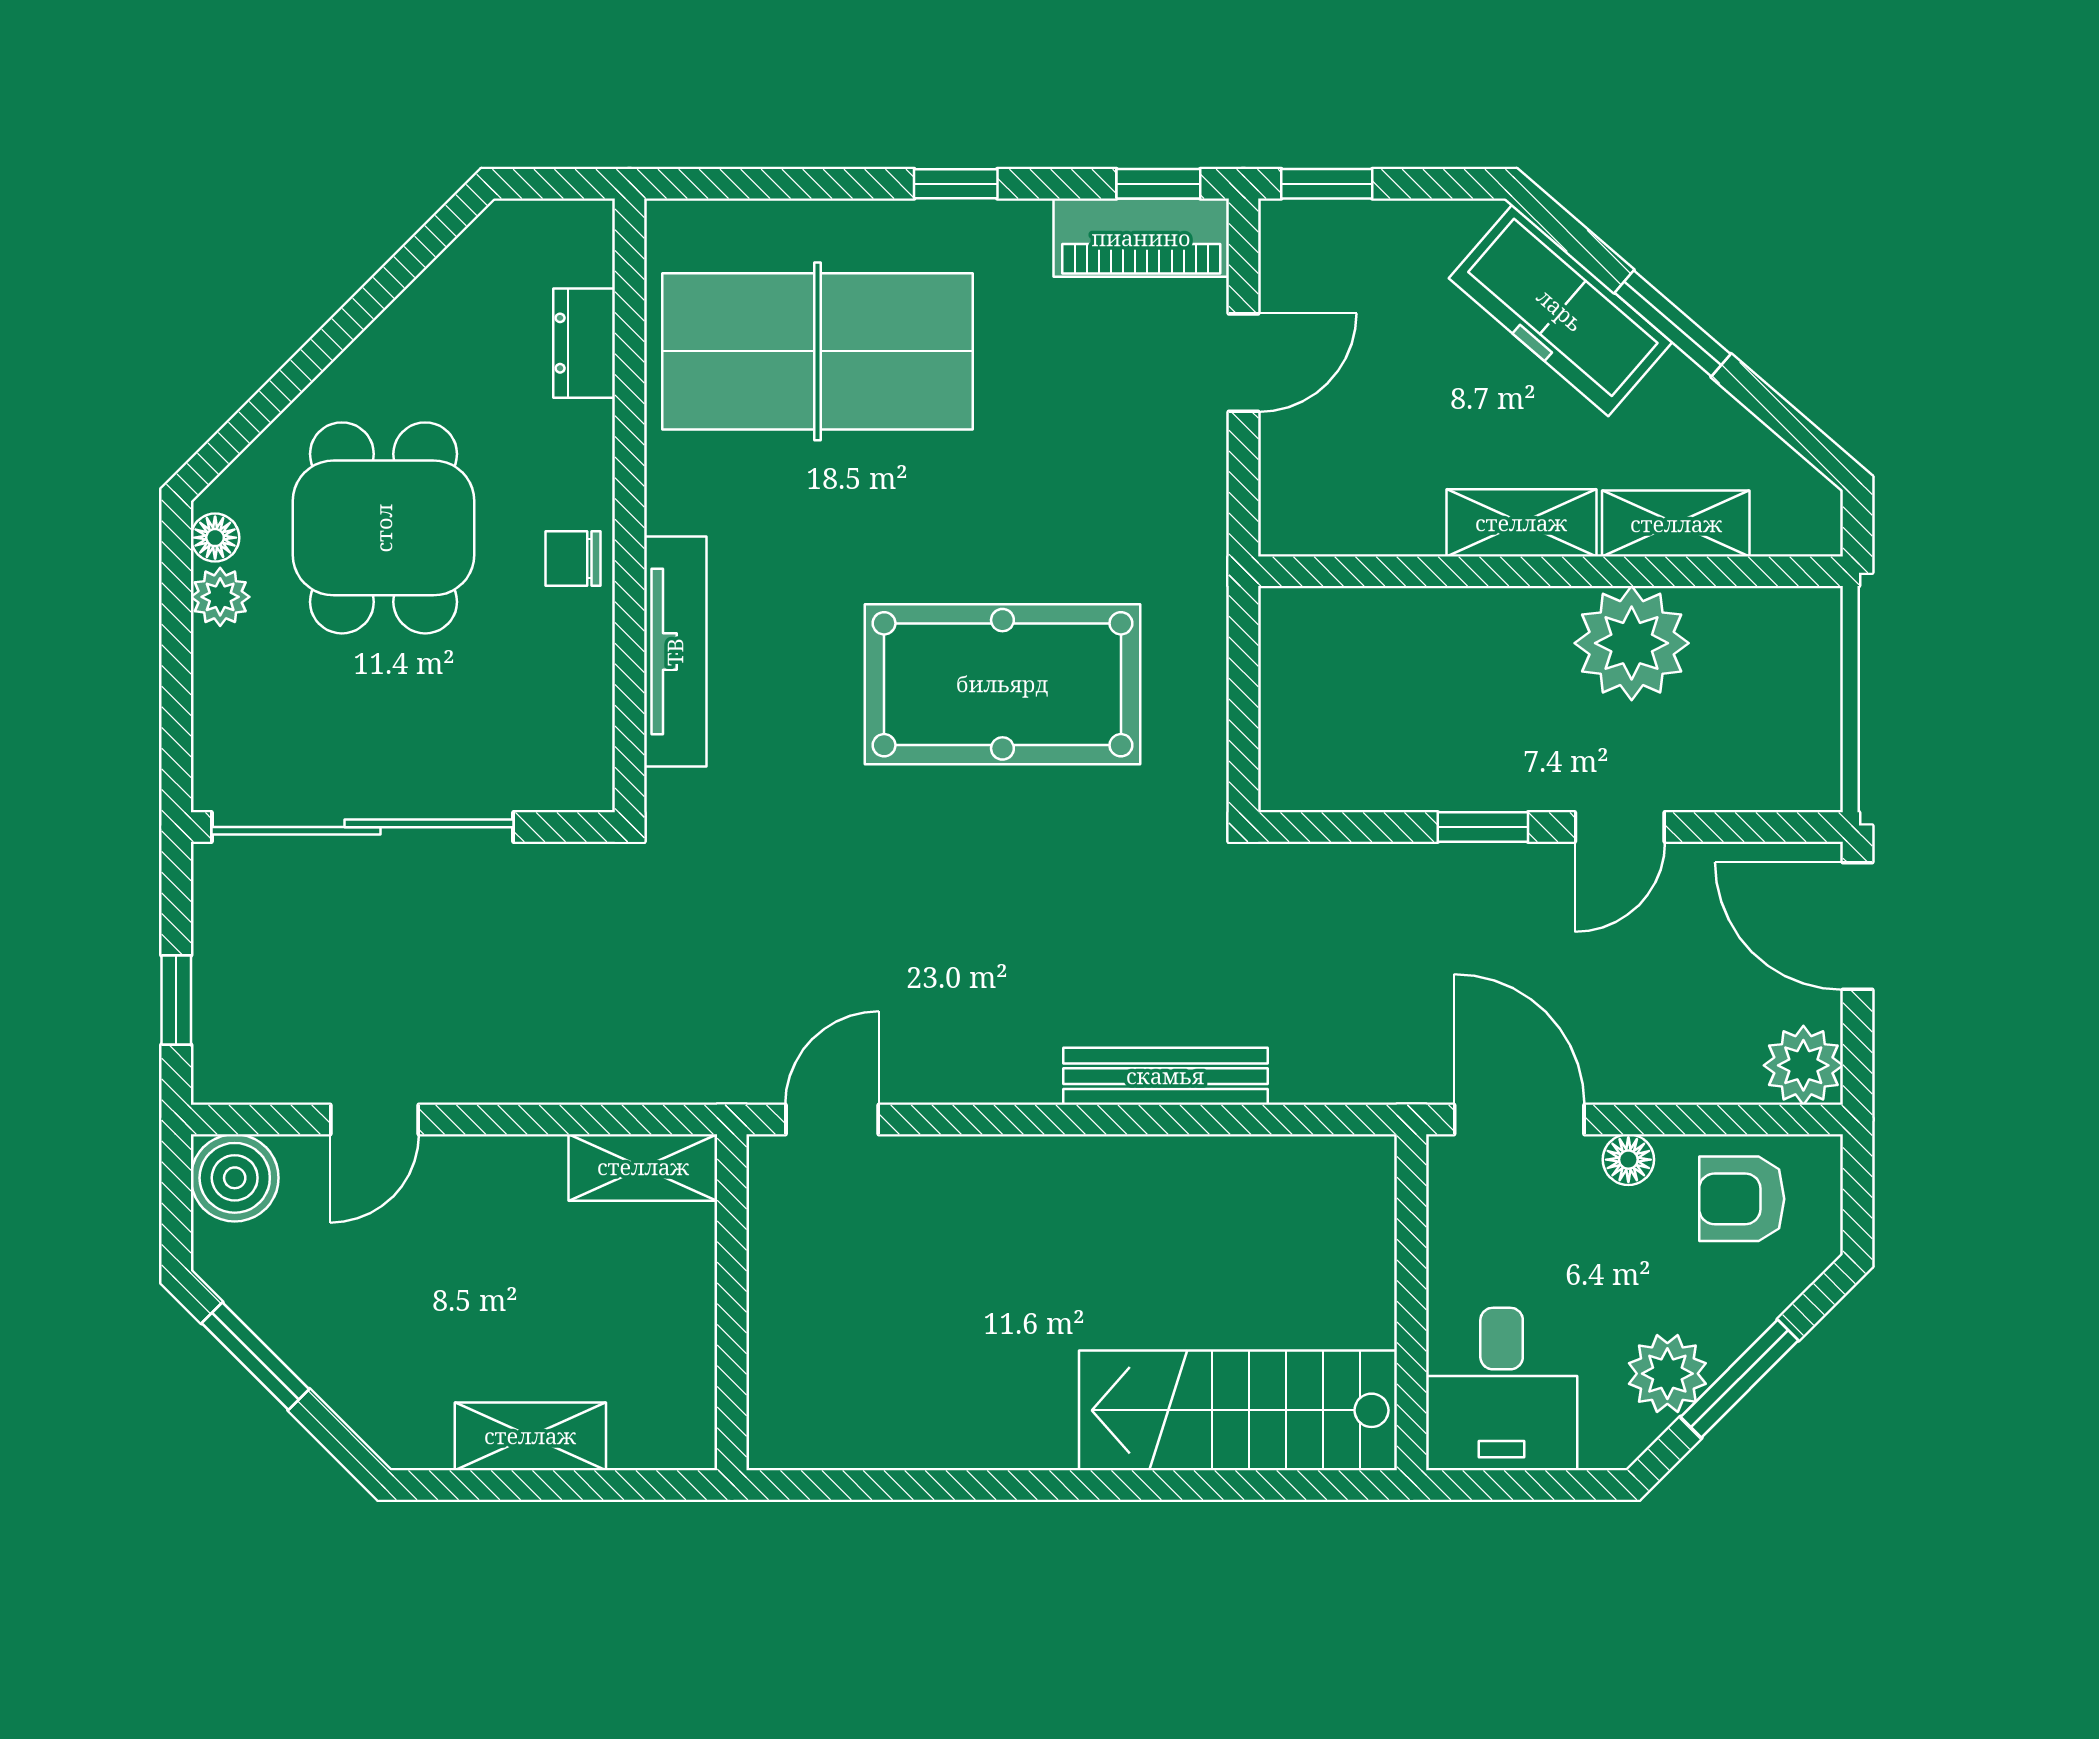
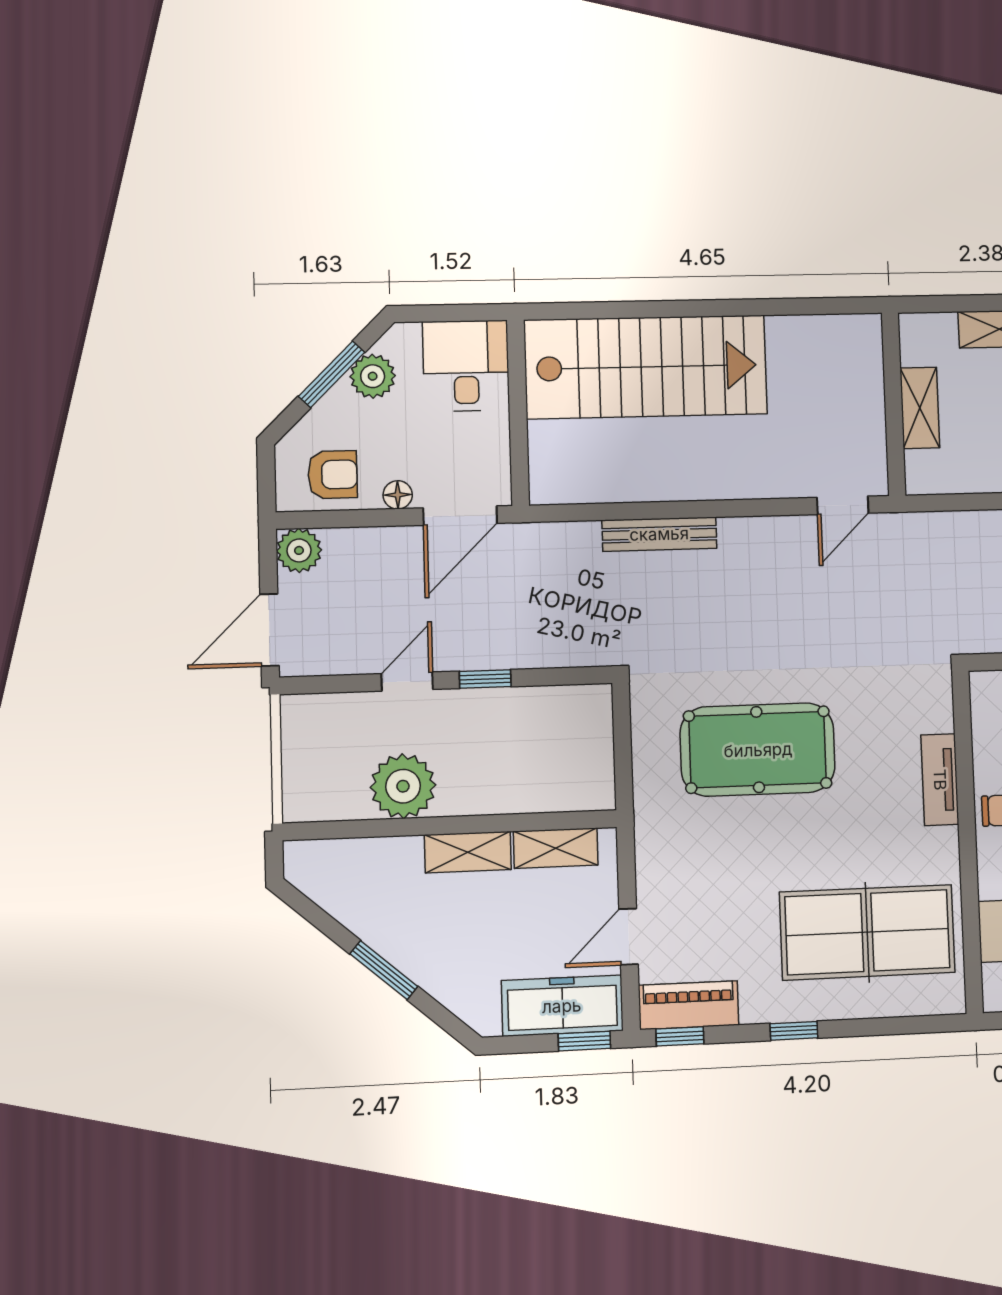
freezer: (1560, 310) -> (562, 1006), moved, turned -41
shelving: (1676, 524) -> (556, 848), moved
tv unit: (675, 652) -> (940, 780), width x0.71
door: (1857, 926) -> (269, 630), swing flipped
door: (1519, 1119) -> (460, 516), hinge flipped
shelving: (643, 1167) -> (920, 408), moved, turned 90
stairs: (1238, 1410) -> (646, 367), width x1.36, depth x1.51

